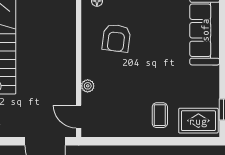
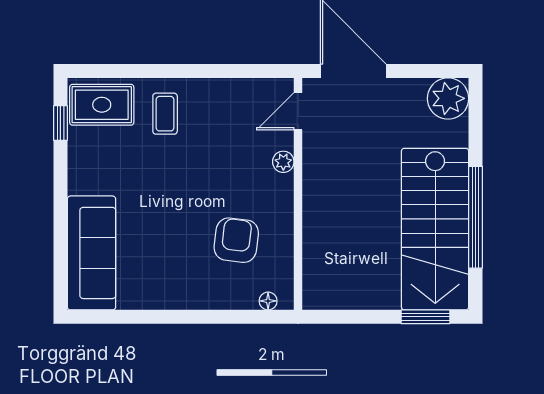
door: (79, 117) -> (298, 111), swing flipped

